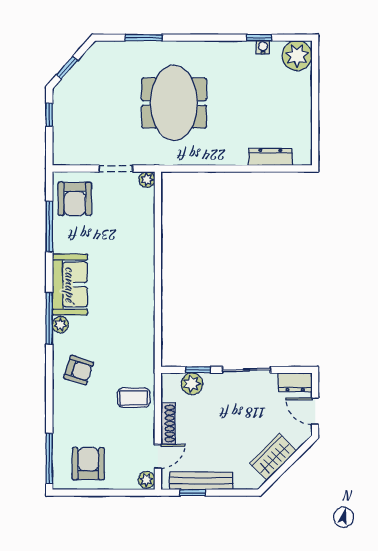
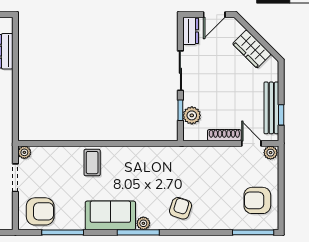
coffee table: (134, 398) -> (92, 163), moved

